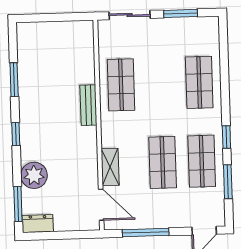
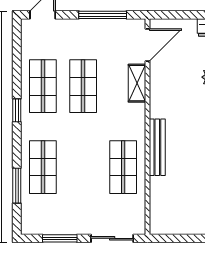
bench: (88, 105) -> (157, 147), width x1.36
window: (228, 182) -> (17, 186), moved
door: (101, 205) -> (147, 45), swing flipped

